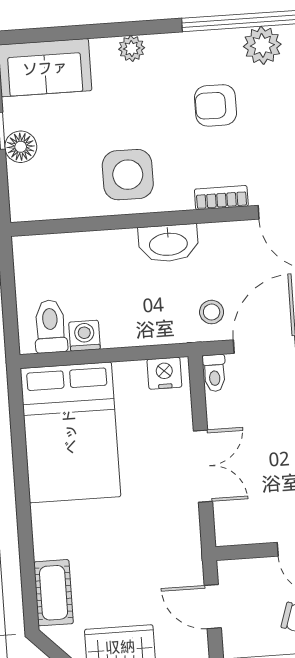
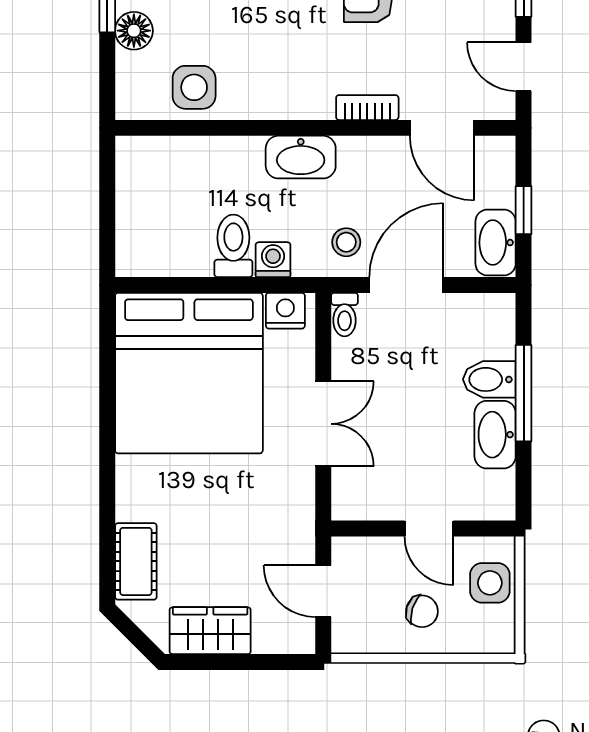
side table: (128, 175) -> (194, 87), moved, width x0.73, depth x0.73
toilet: (50, 326) -> (233, 246), moved
washing machine: (84, 336) -> (273, 260), moved
bed: (70, 432) -> (189, 373), width x1.36

